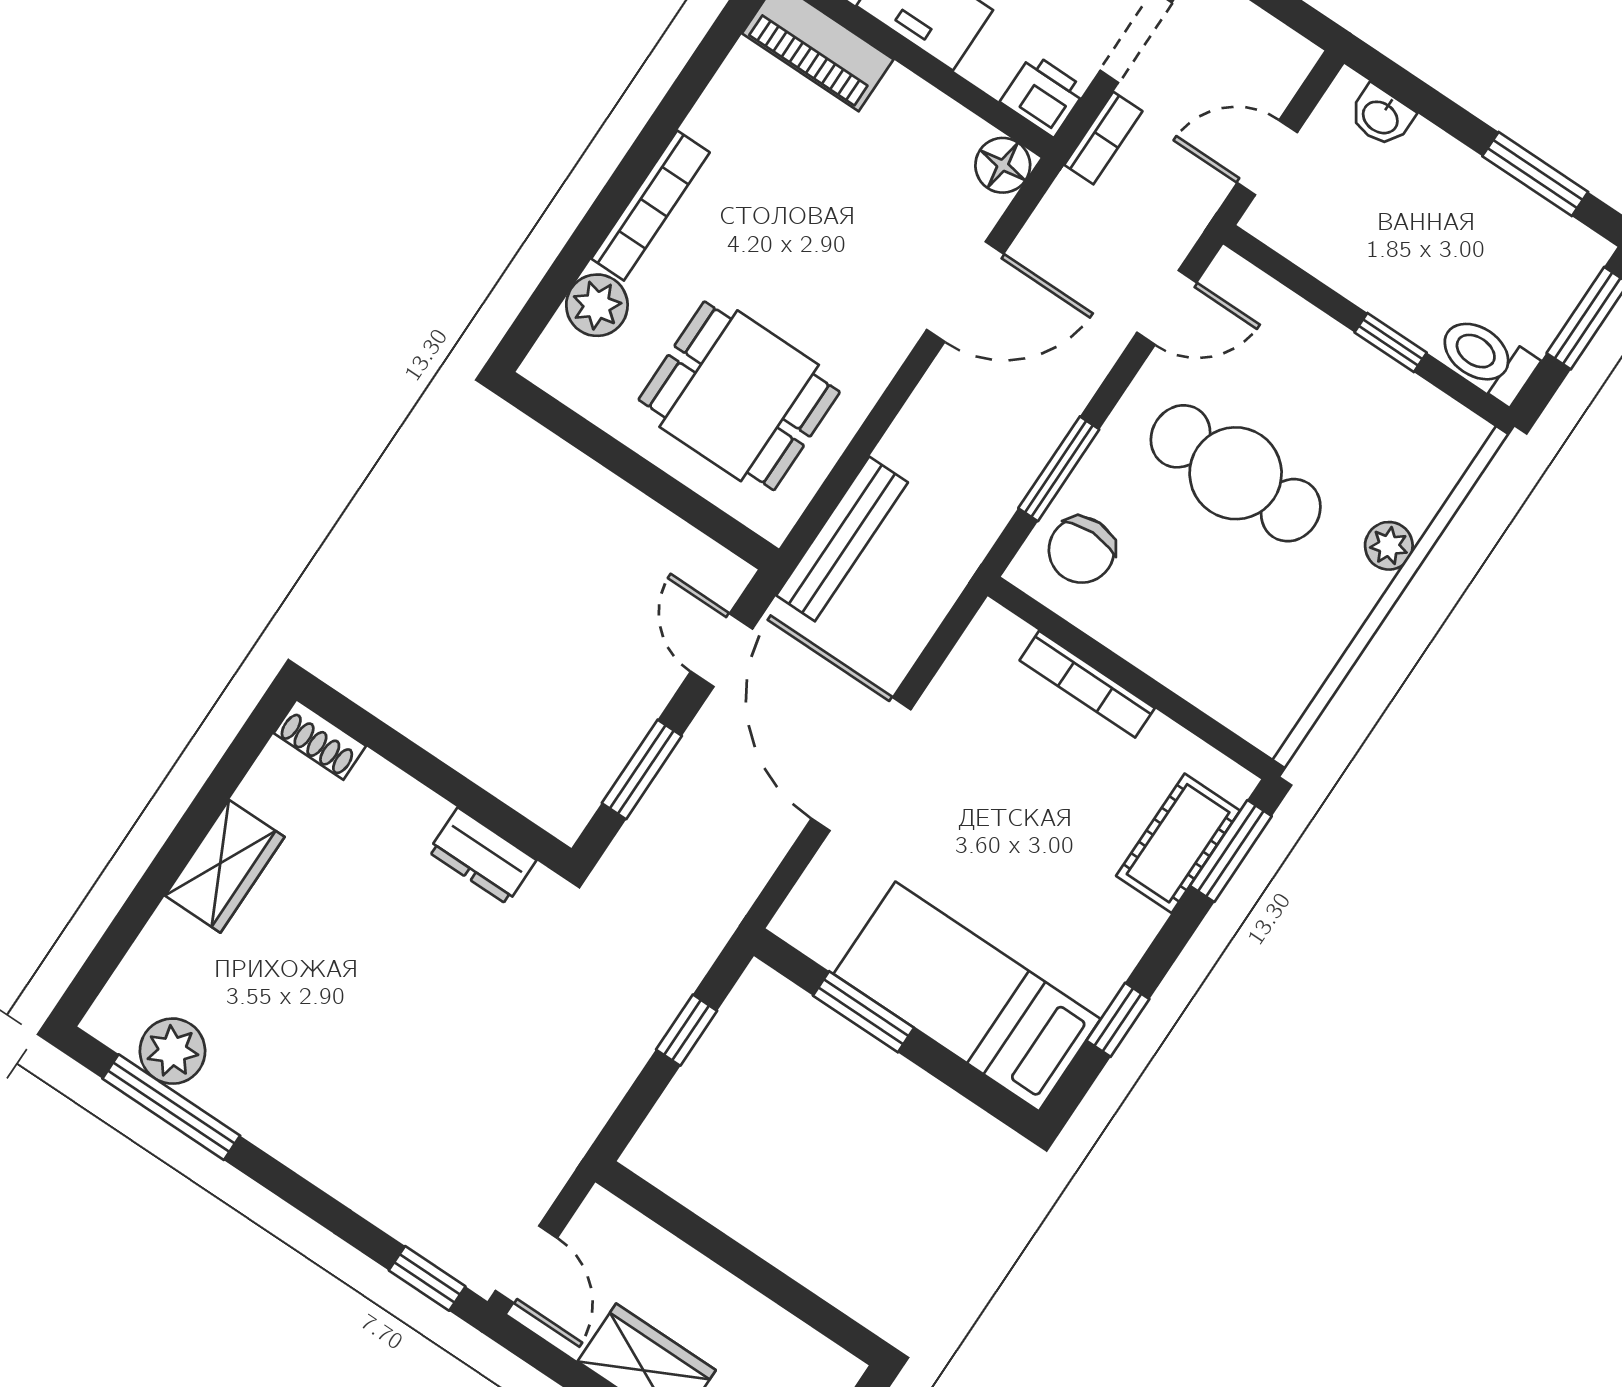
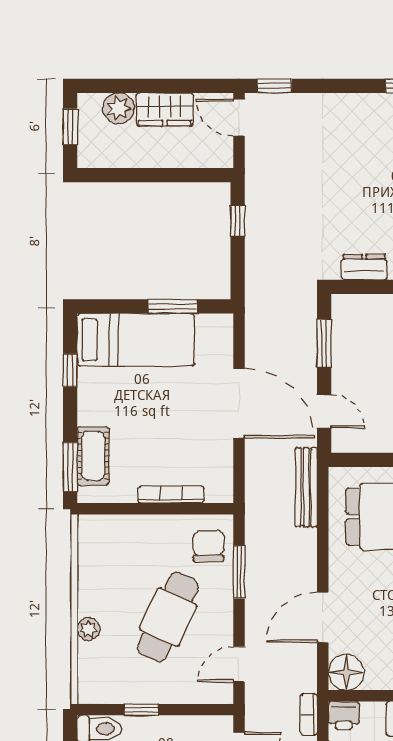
floor lamp: (1003, 165) -> (346, 672), width x1.38, depth x1.38
cafe table: (1236, 473) -> (168, 617), turned -65
window: (687, 1030) -> (238, 221), moved

